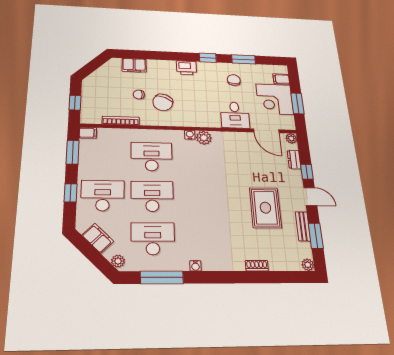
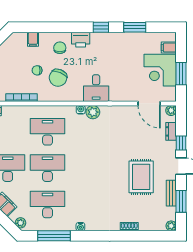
filing cabinet: (134, 65) -> (33, 39), width x0.50
chair: (234, 80) -> (60, 48), moved
desk: (235, 115) -> (96, 88), moved

